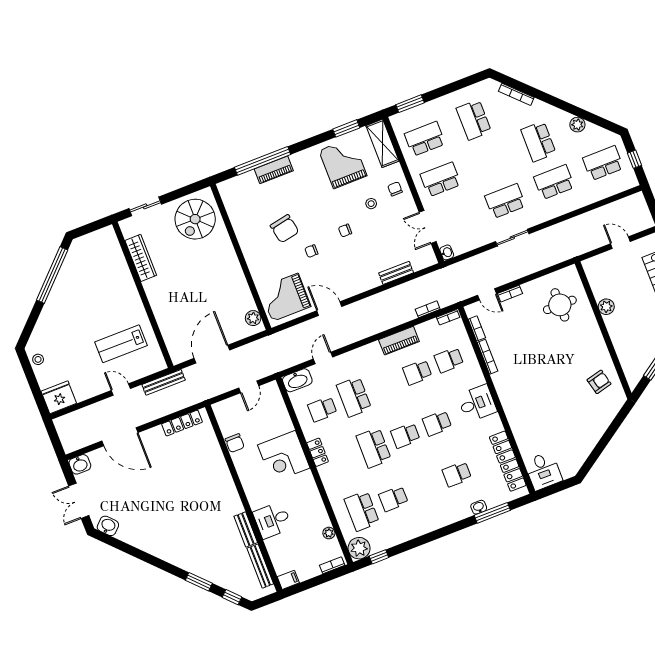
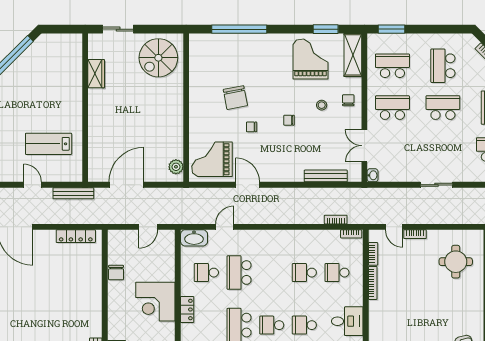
piano: (274, 170) -> (246, 41), removed
school desk: (505, 201) -> (443, 108), moved
wardrobe: (141, 258) -> (96, 74), width x0.67
bench: (396, 273) -> (326, 176), width x1.36
piano: (399, 341) -> (299, 238), removed

